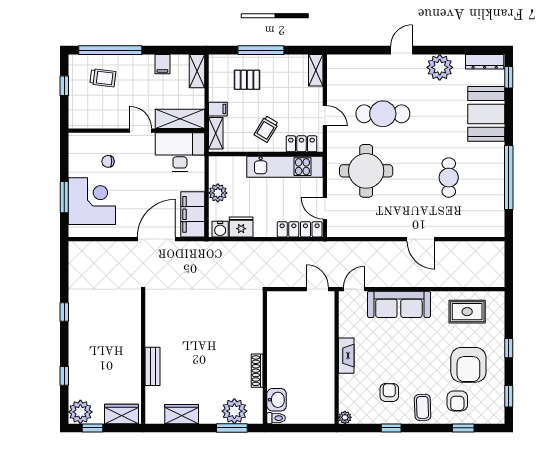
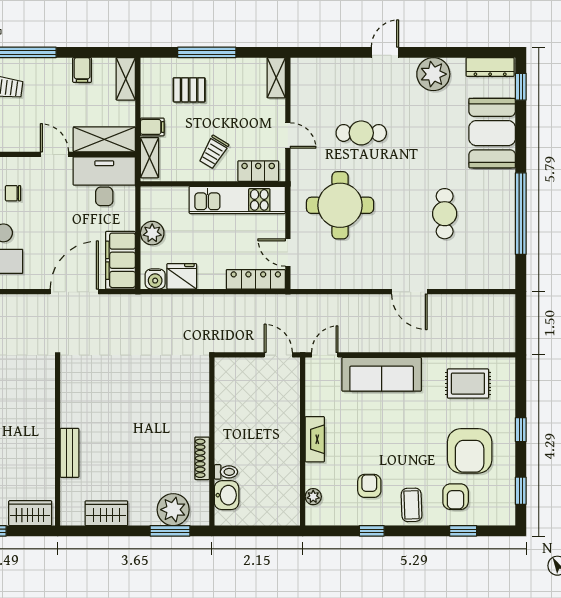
cafe table: (383, 114) -> (361, 133), width x0.73, depth x0.74
plant: (345, 417) -> (313, 497), moved
toilet: (276, 418) -> (226, 472), moved

